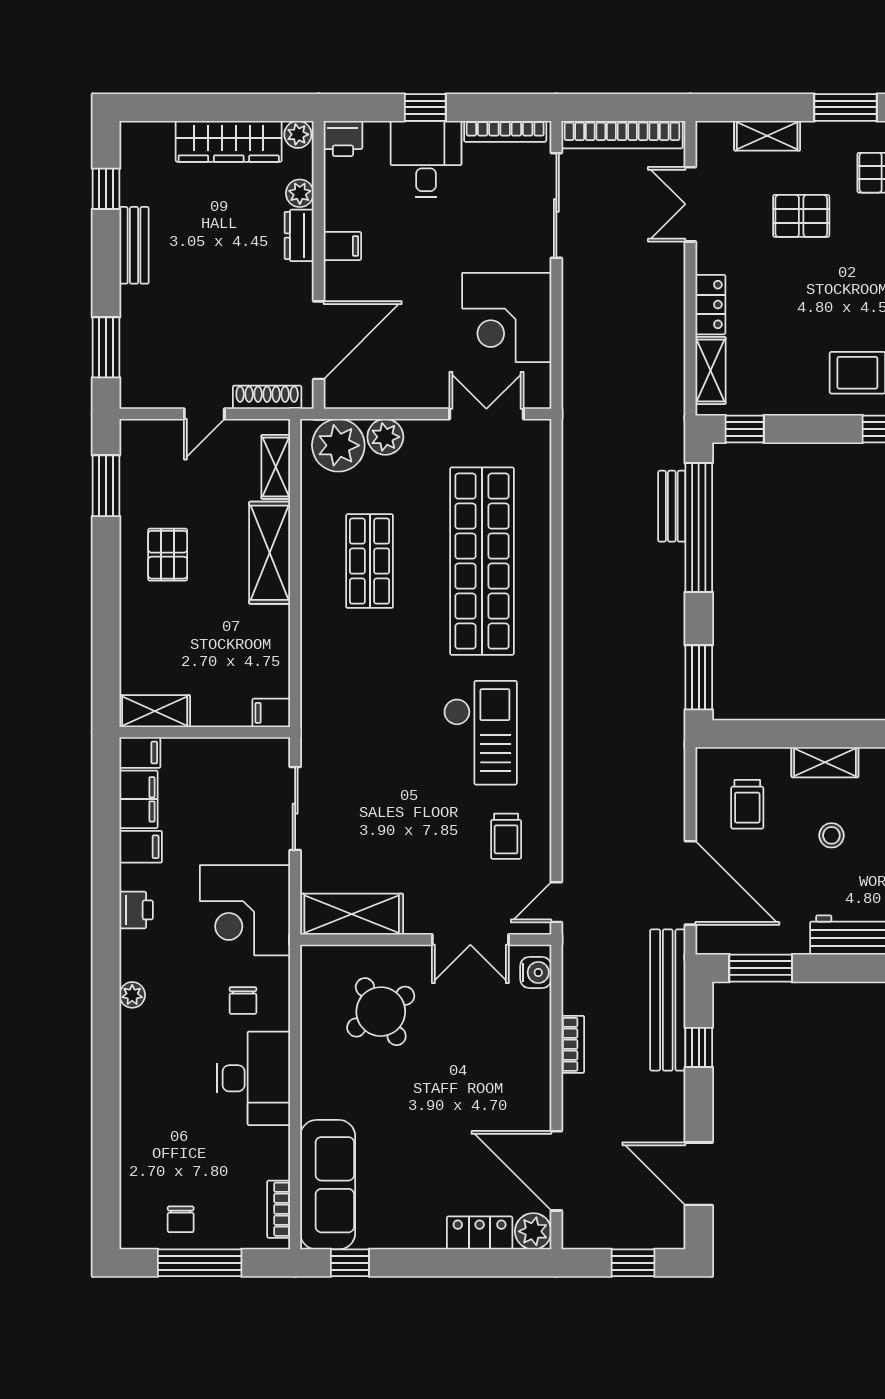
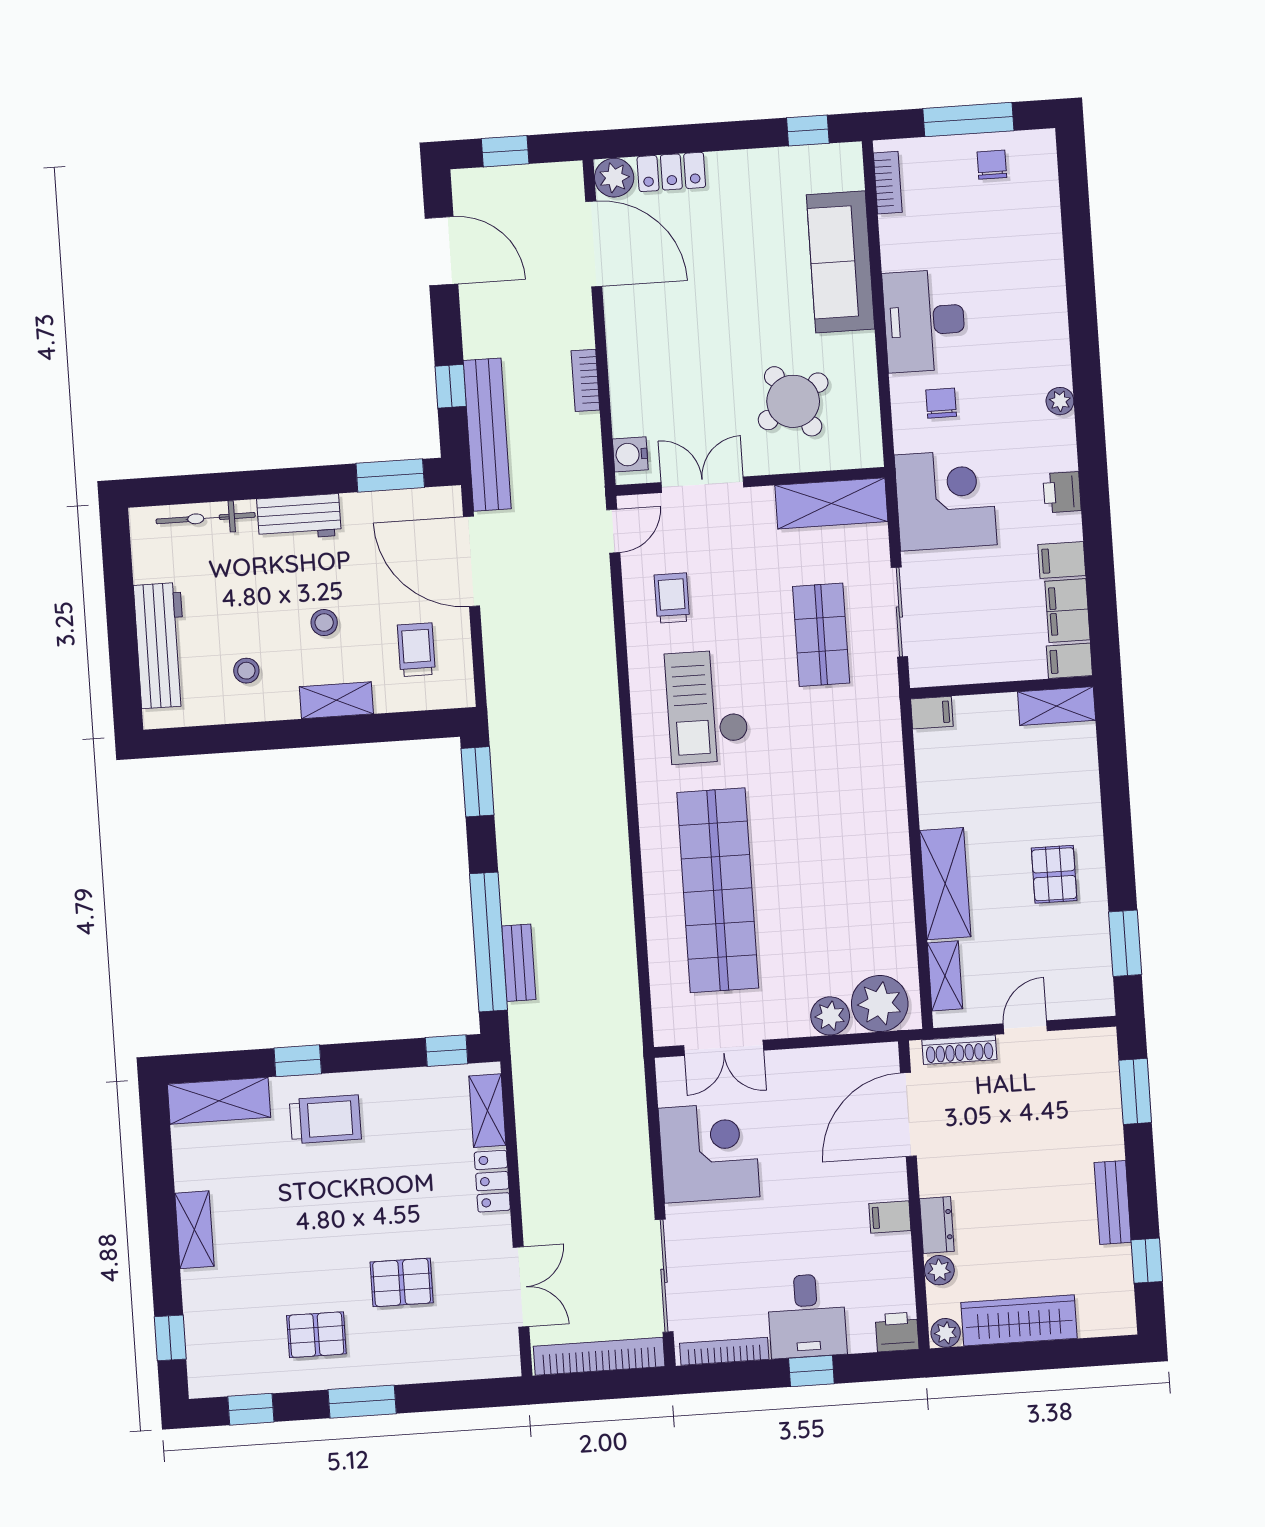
shelving: (767, 136) -> (444, 1366), removed
shop shelf: (370, 561) -> (821, 635), moved
sofa: (328, 1185) -> (841, 262), moved

